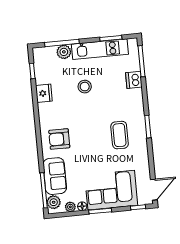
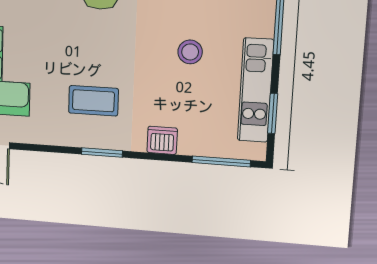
plant: (64, 52) -> (261, 23), removed
dishwasher: (134, 80) -> (162, 140), moved

